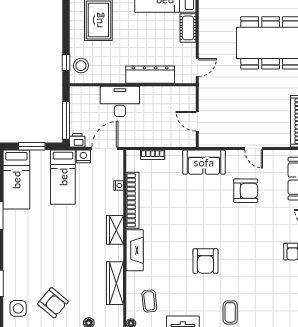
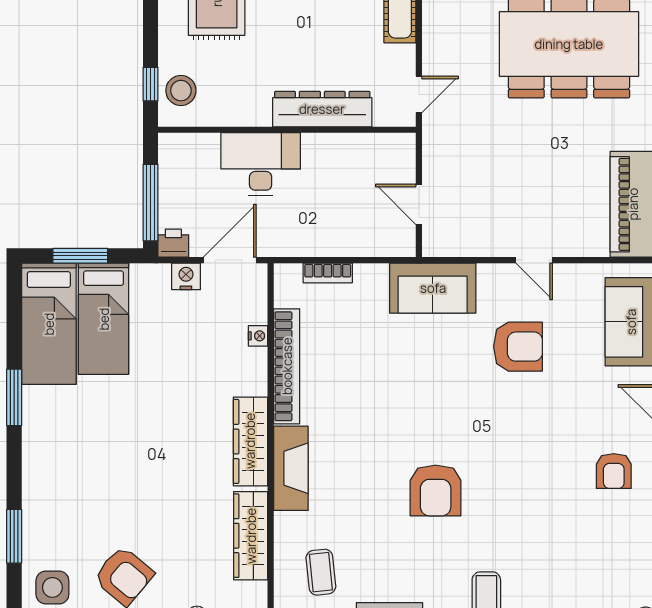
bed: (63, 177) -> (104, 319), moved
wardrobe: (115, 230) -> (250, 441), width x1.50

